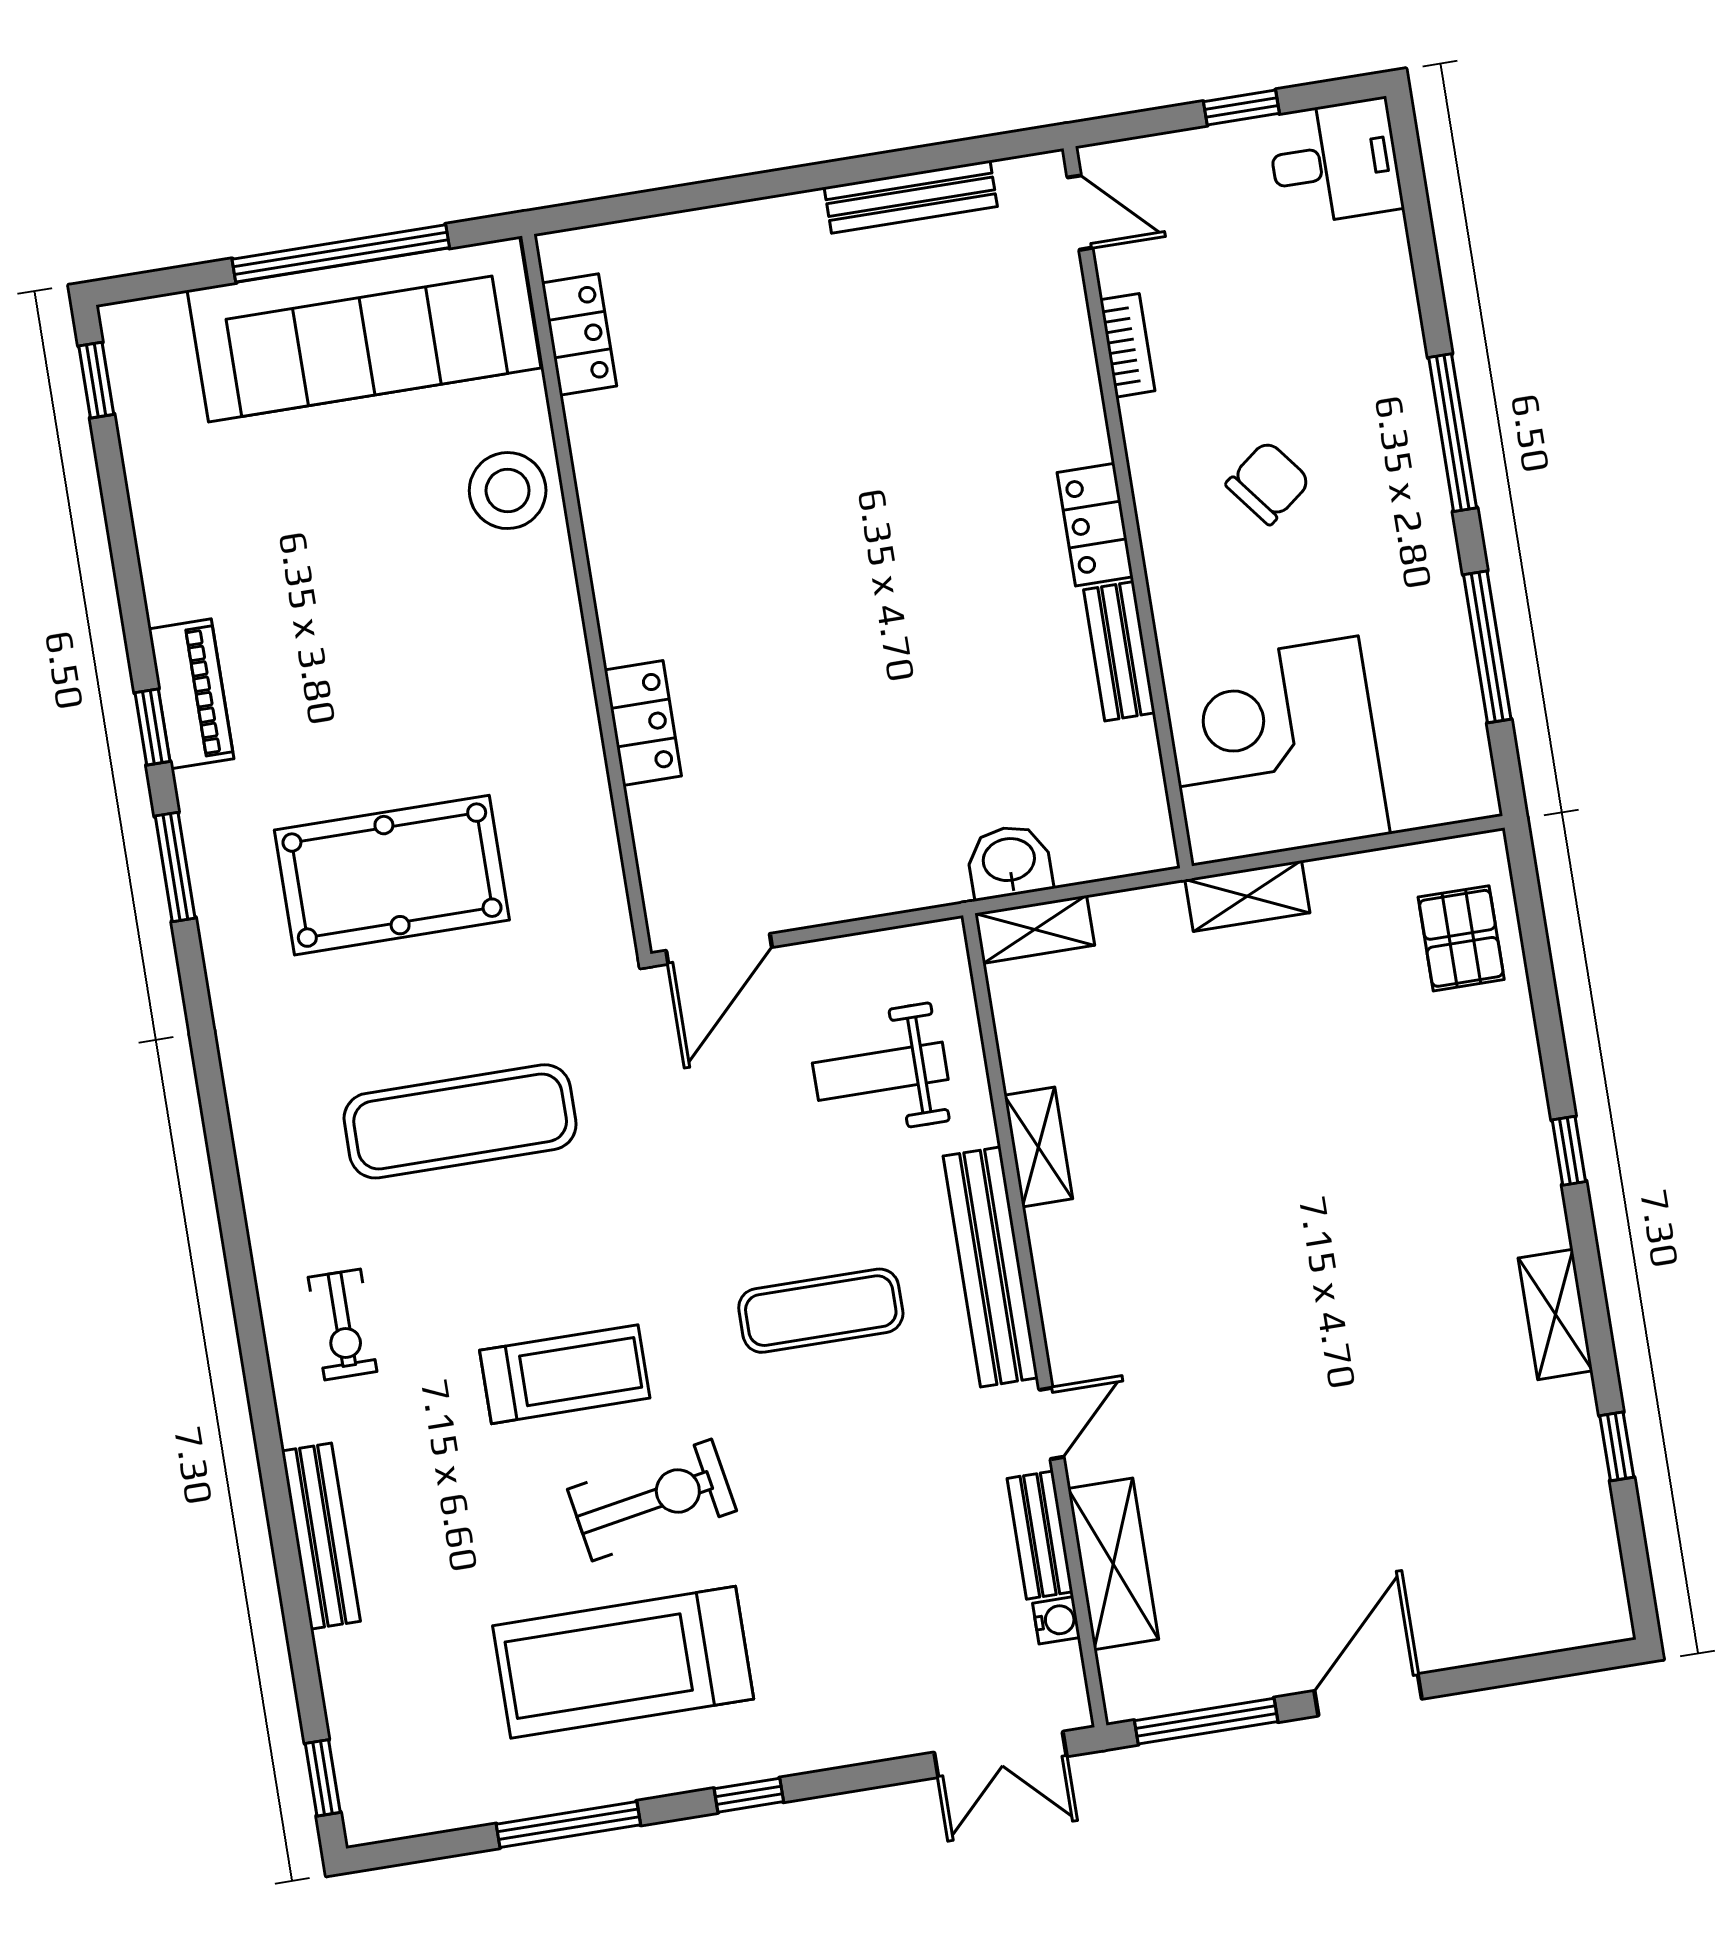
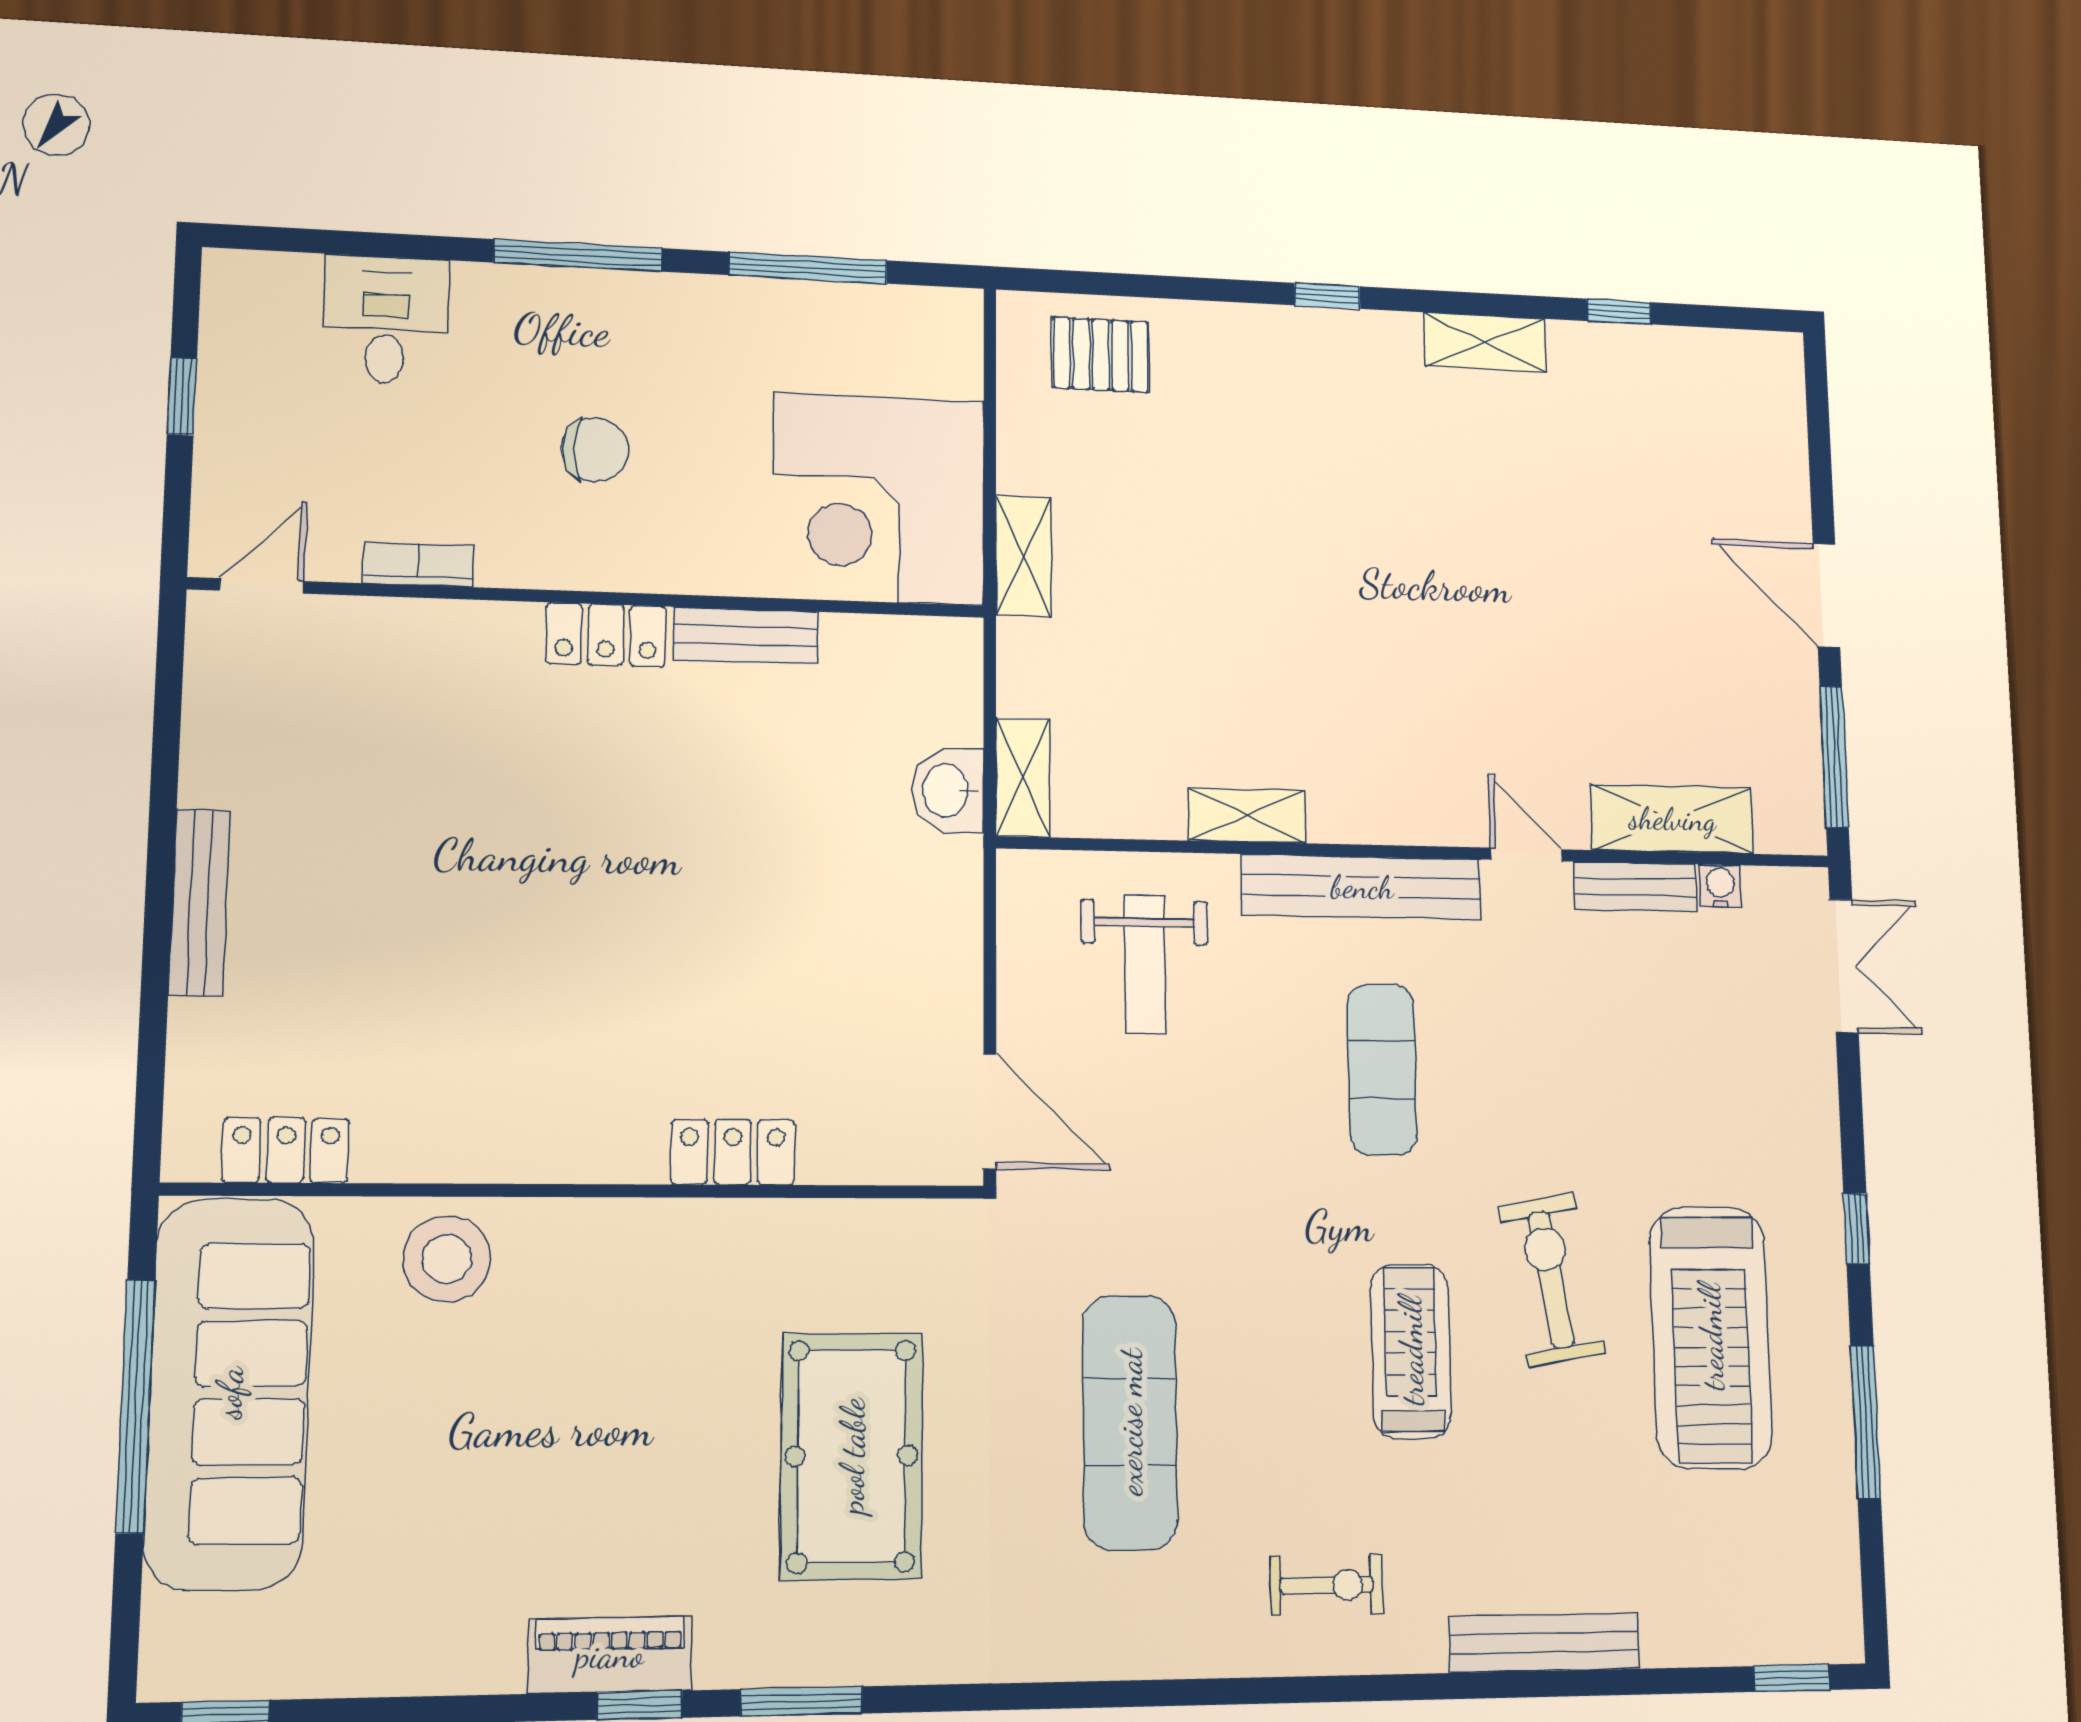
desk: (1335, 162) -> (386, 320), moved
bench: (911, 197) -> (199, 902), moved
chair: (1268, 483) -> (595, 450), turned 128

